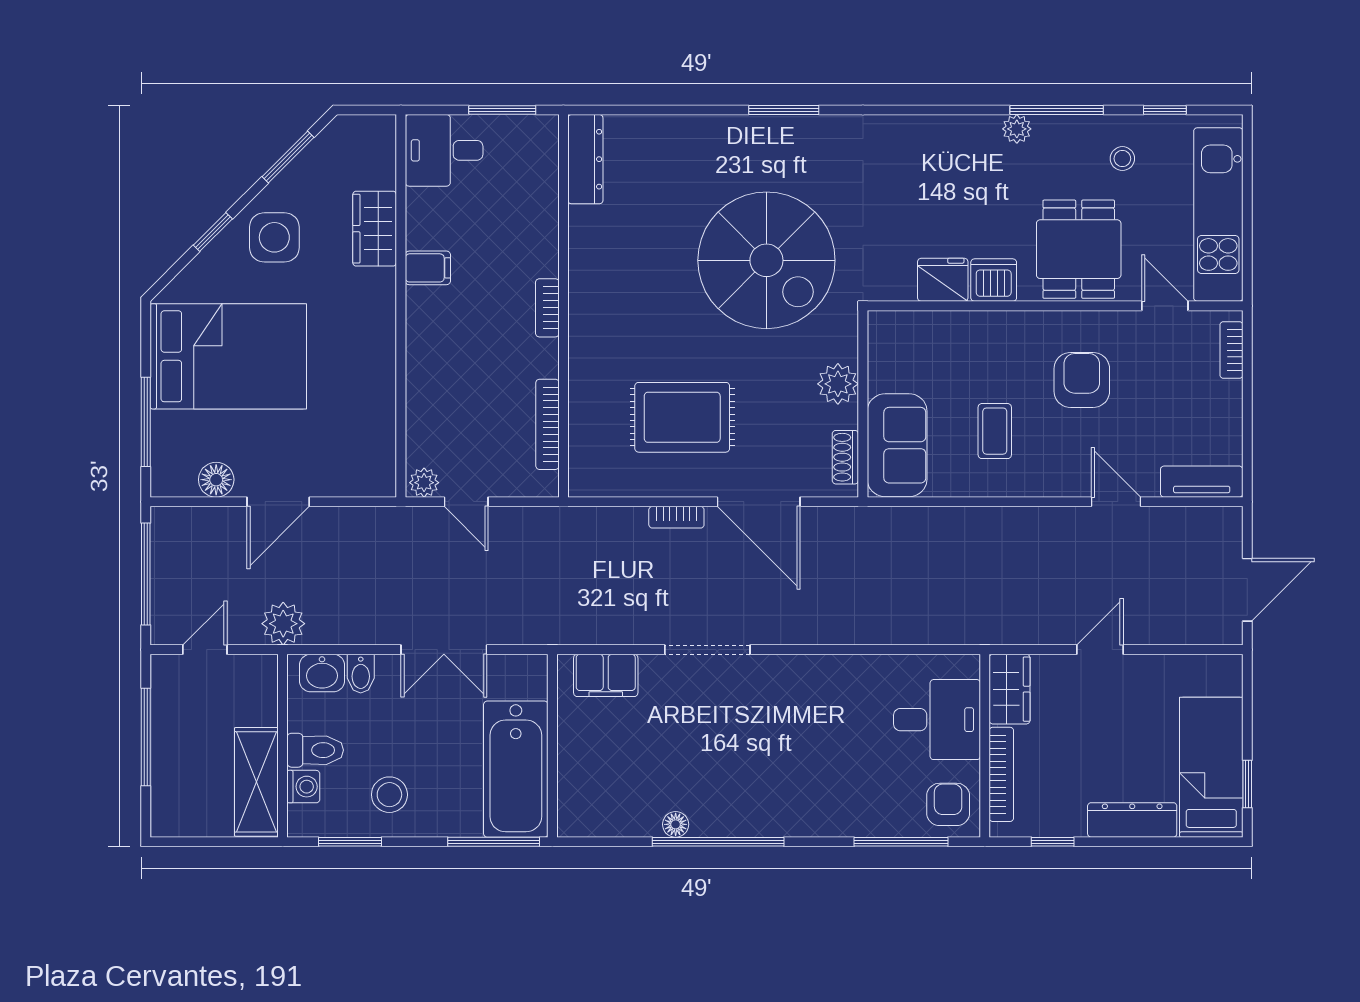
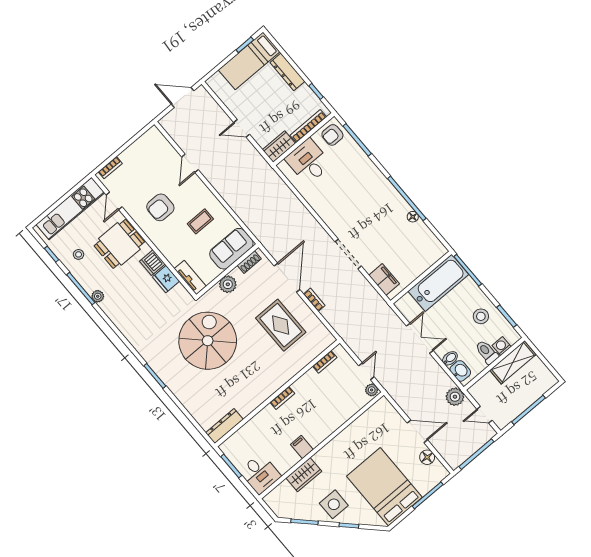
bookcase: (547, 424) -> (325, 362), width x0.64
tv unit: (1202, 482) -> (190, 277), moved, turned 180

